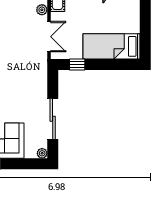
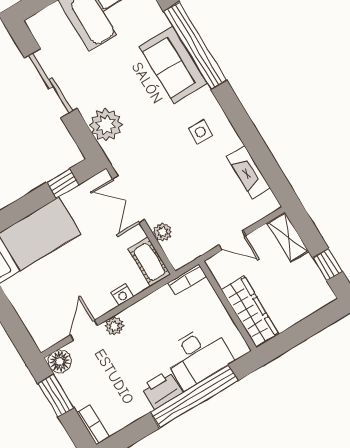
plant: (42, 153) -> (106, 125), moved, width x1.87, depth x1.87

